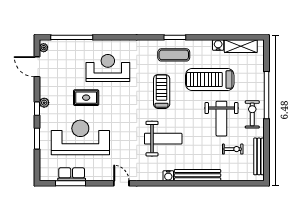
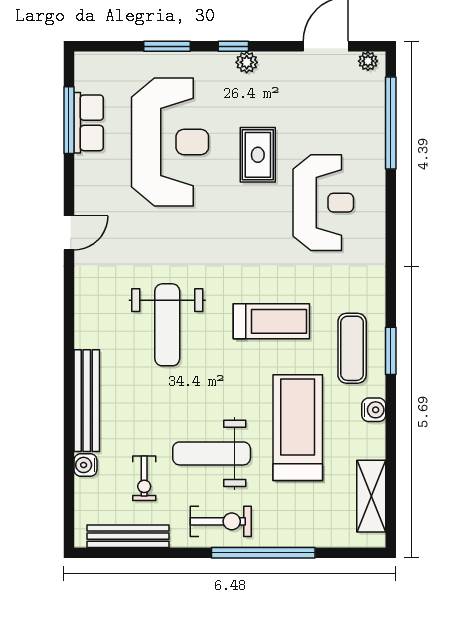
water cooler: (218, 45) -> (374, 410), moved
water cooler: (168, 176) -> (85, 465), moved

